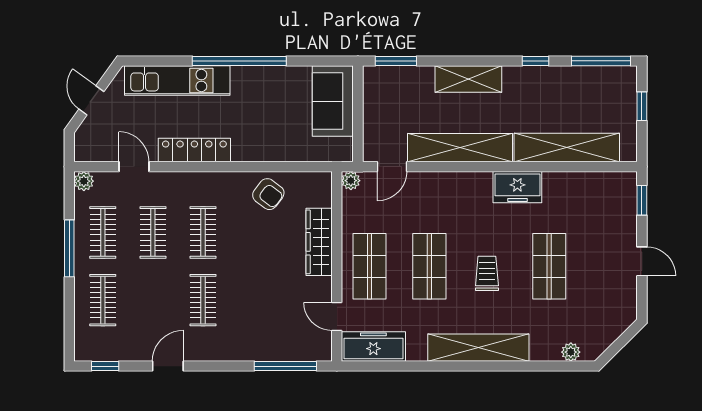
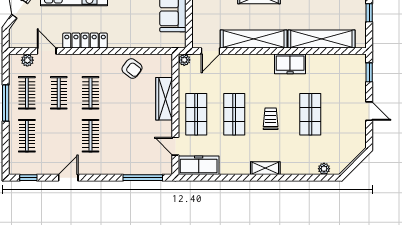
plant: (84, 181) -> (27, 60), moved
shelving: (478, 348) -> (265, 168), width x0.45, depth x0.75

